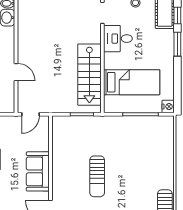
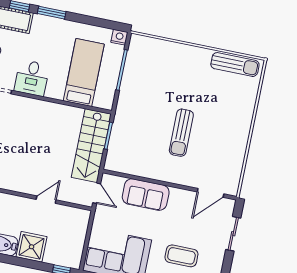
stairs: (89, 75) -> (91, 146), moved, turned 90
sofa: (38, 171) -> (146, 195), moved
sun lounger: (97, 176) -> (181, 133), turned 90

